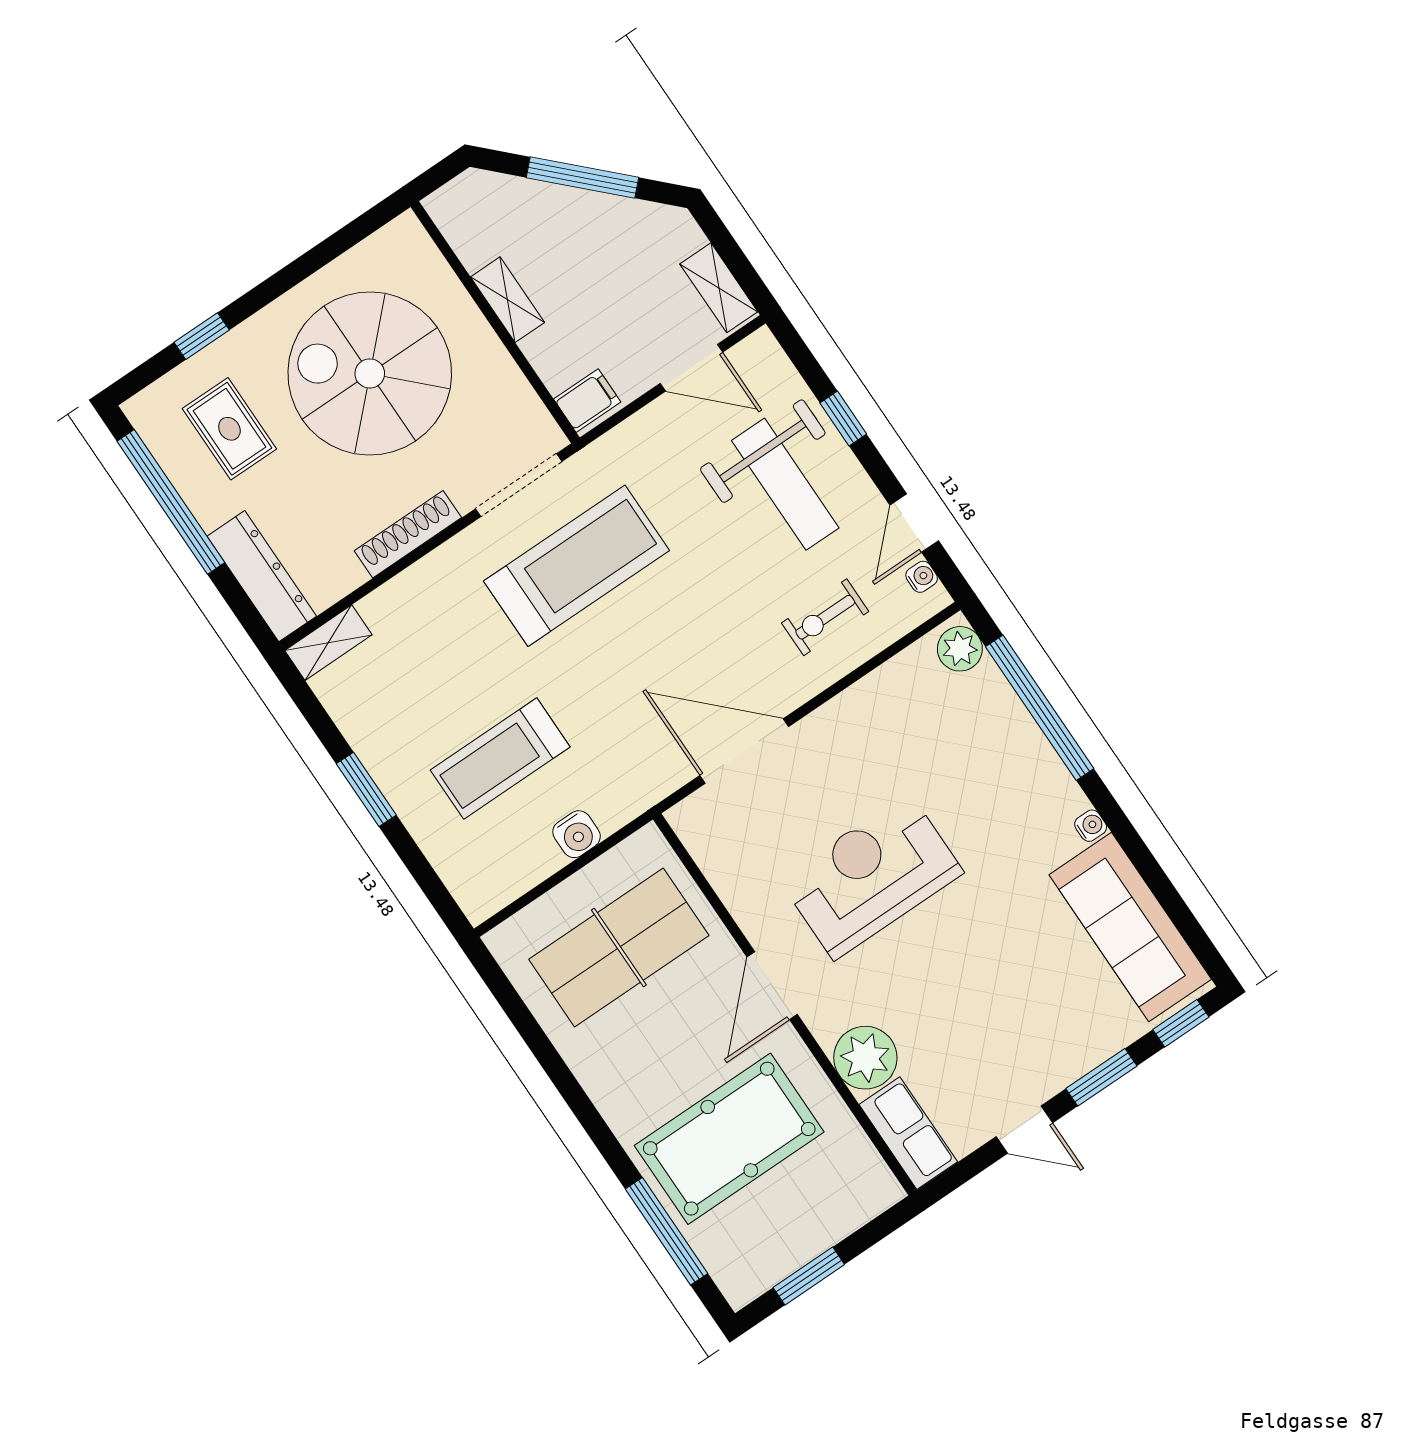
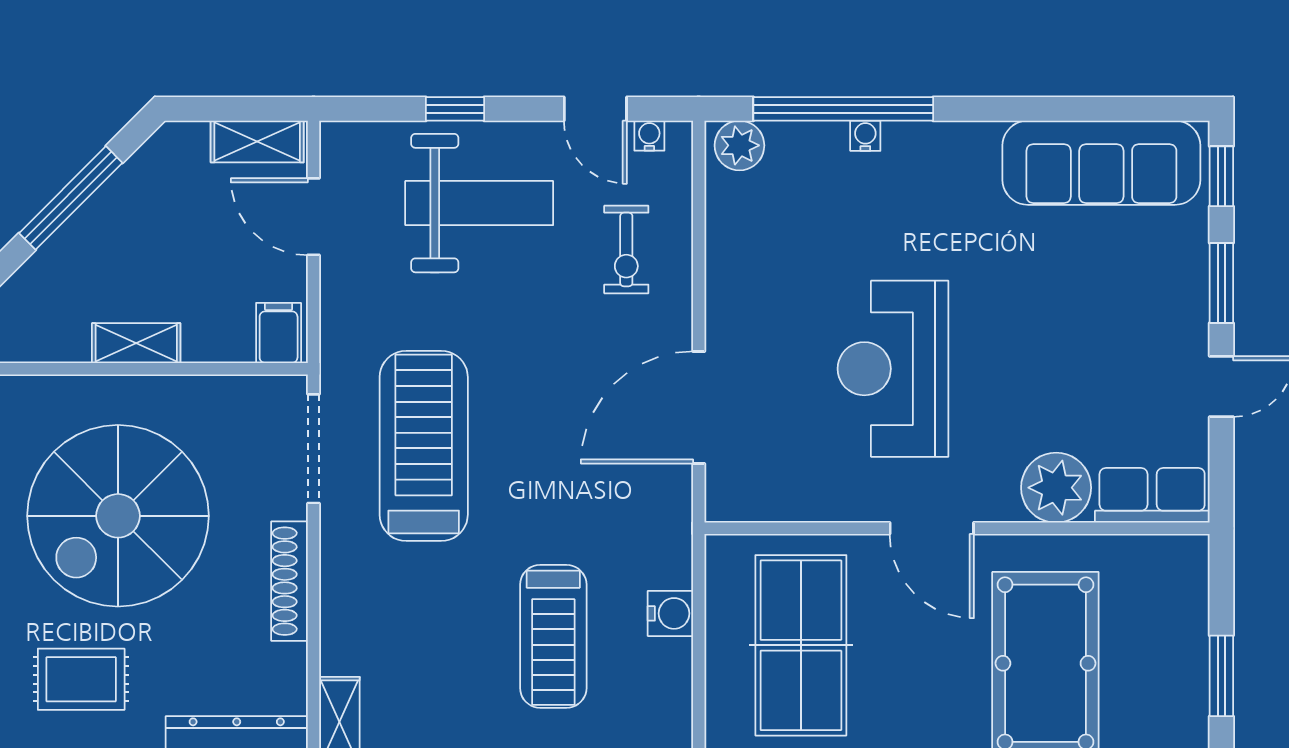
door: (691, 368) -> (313, 217), swing flipped
water cooler: (1091, 826) -> (865, 136), moved

